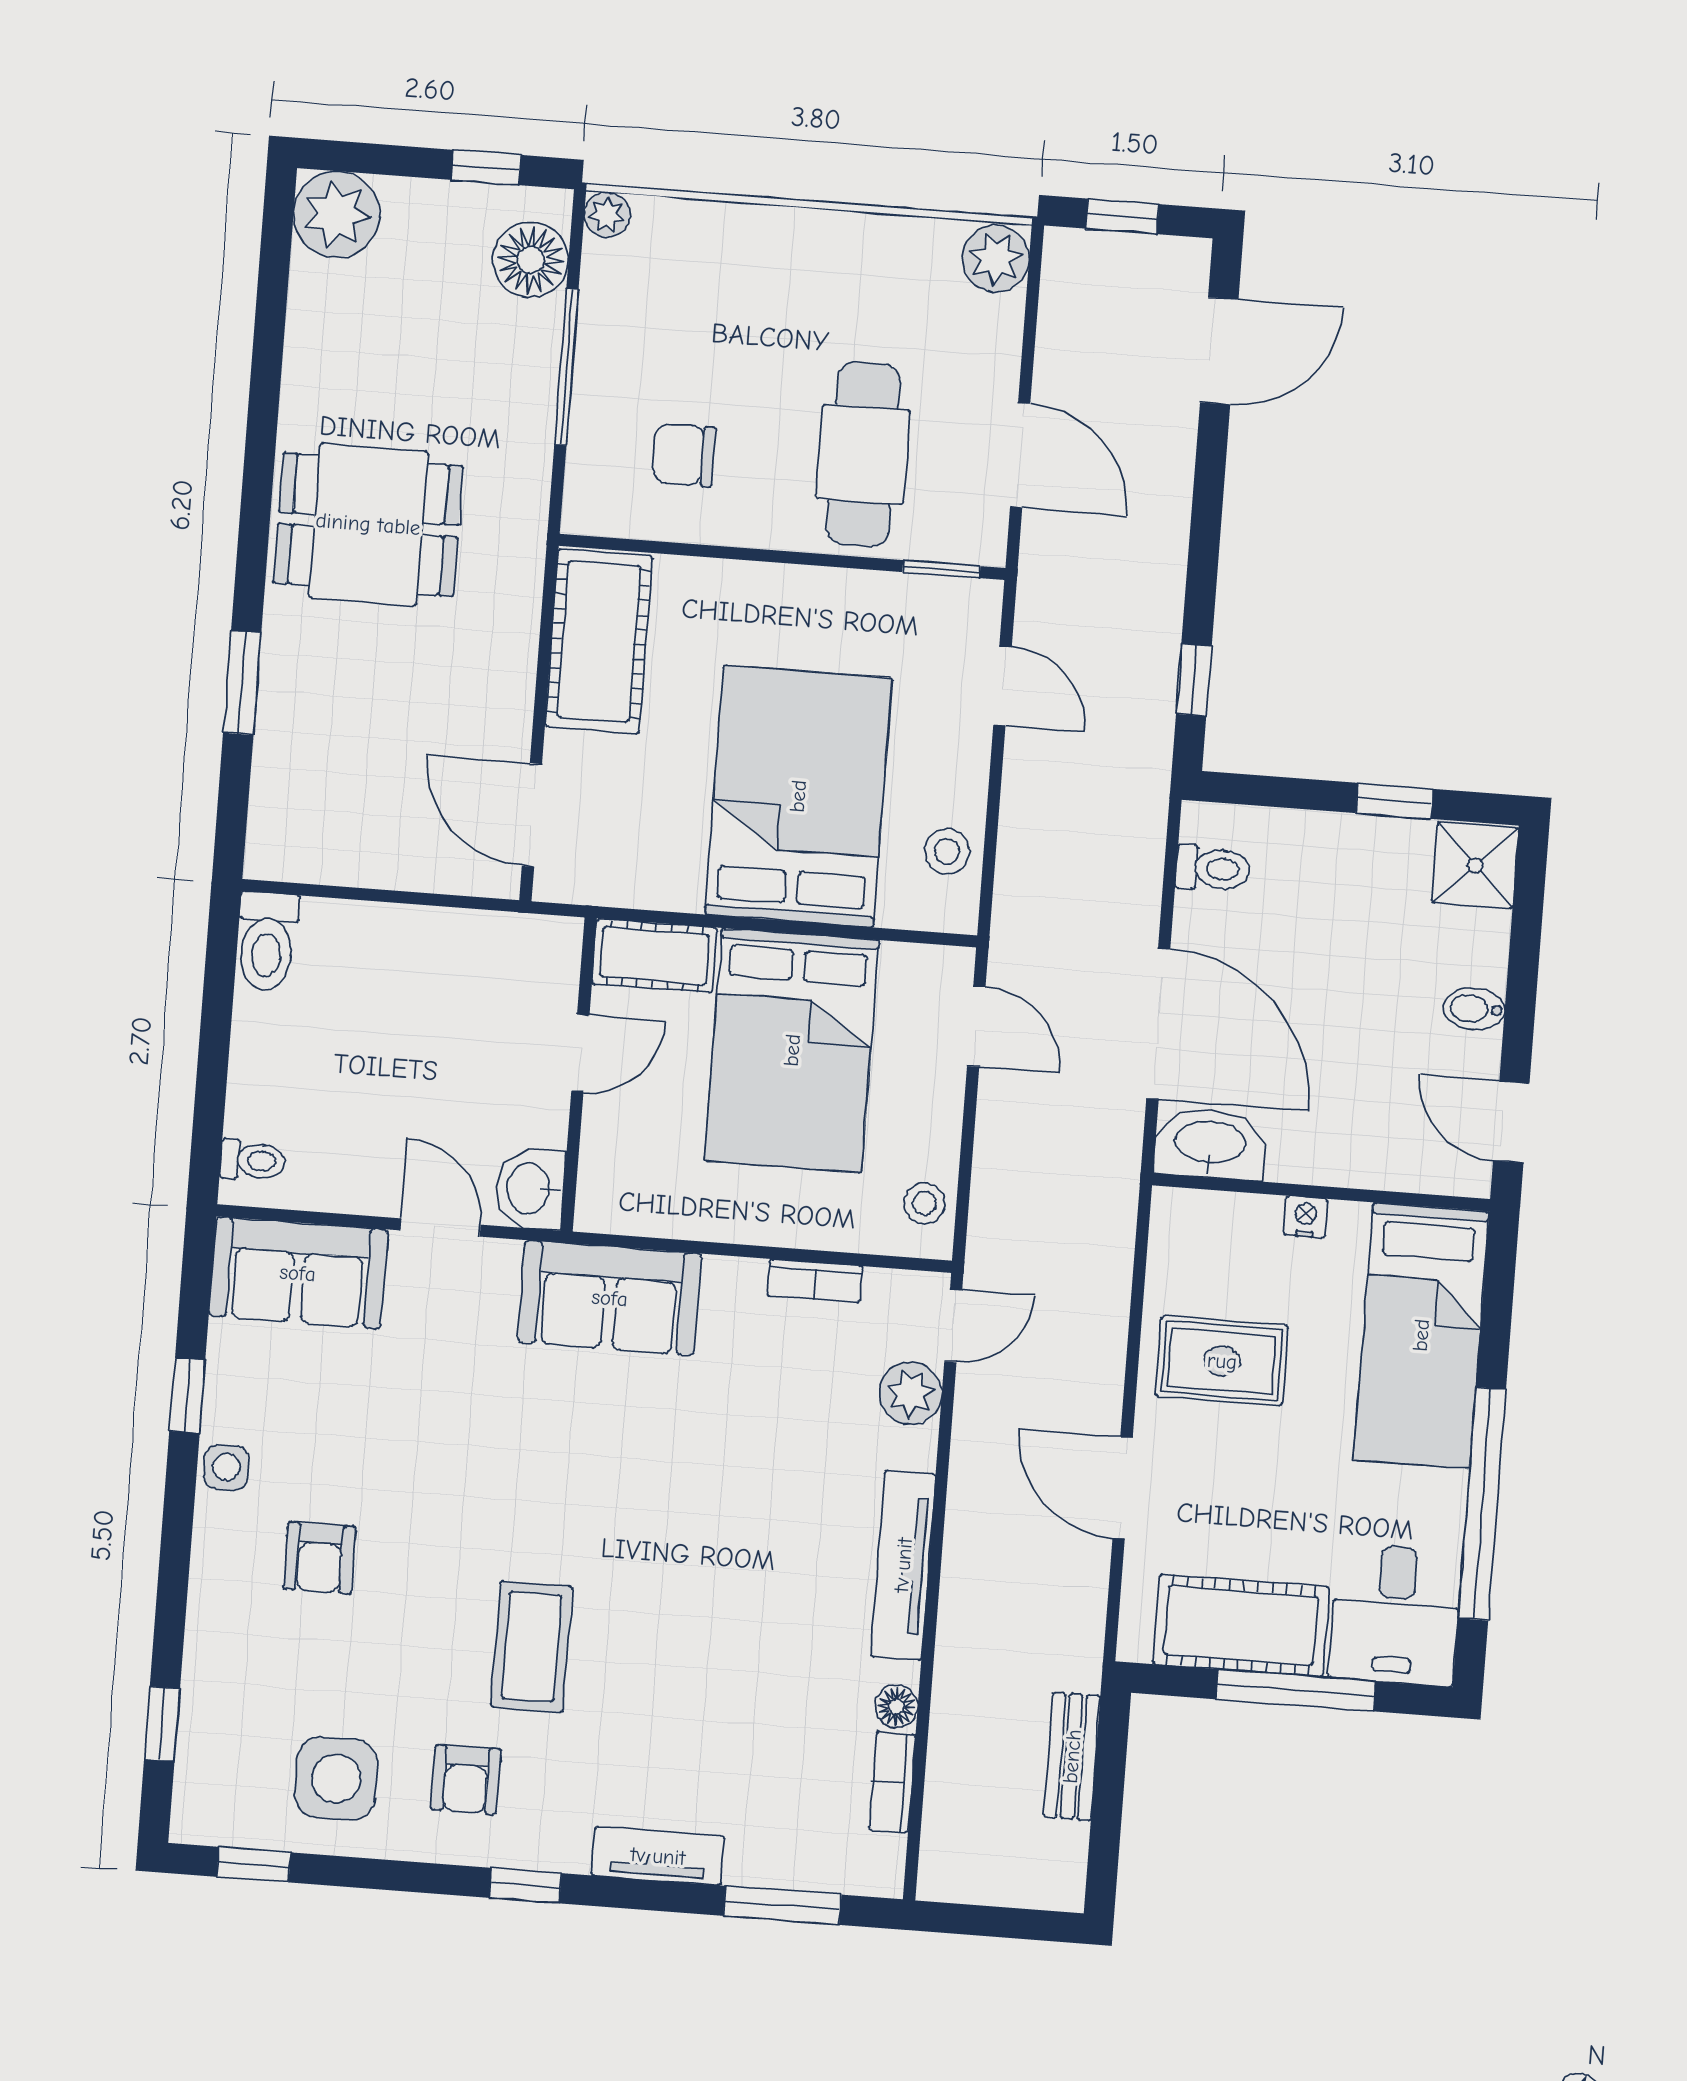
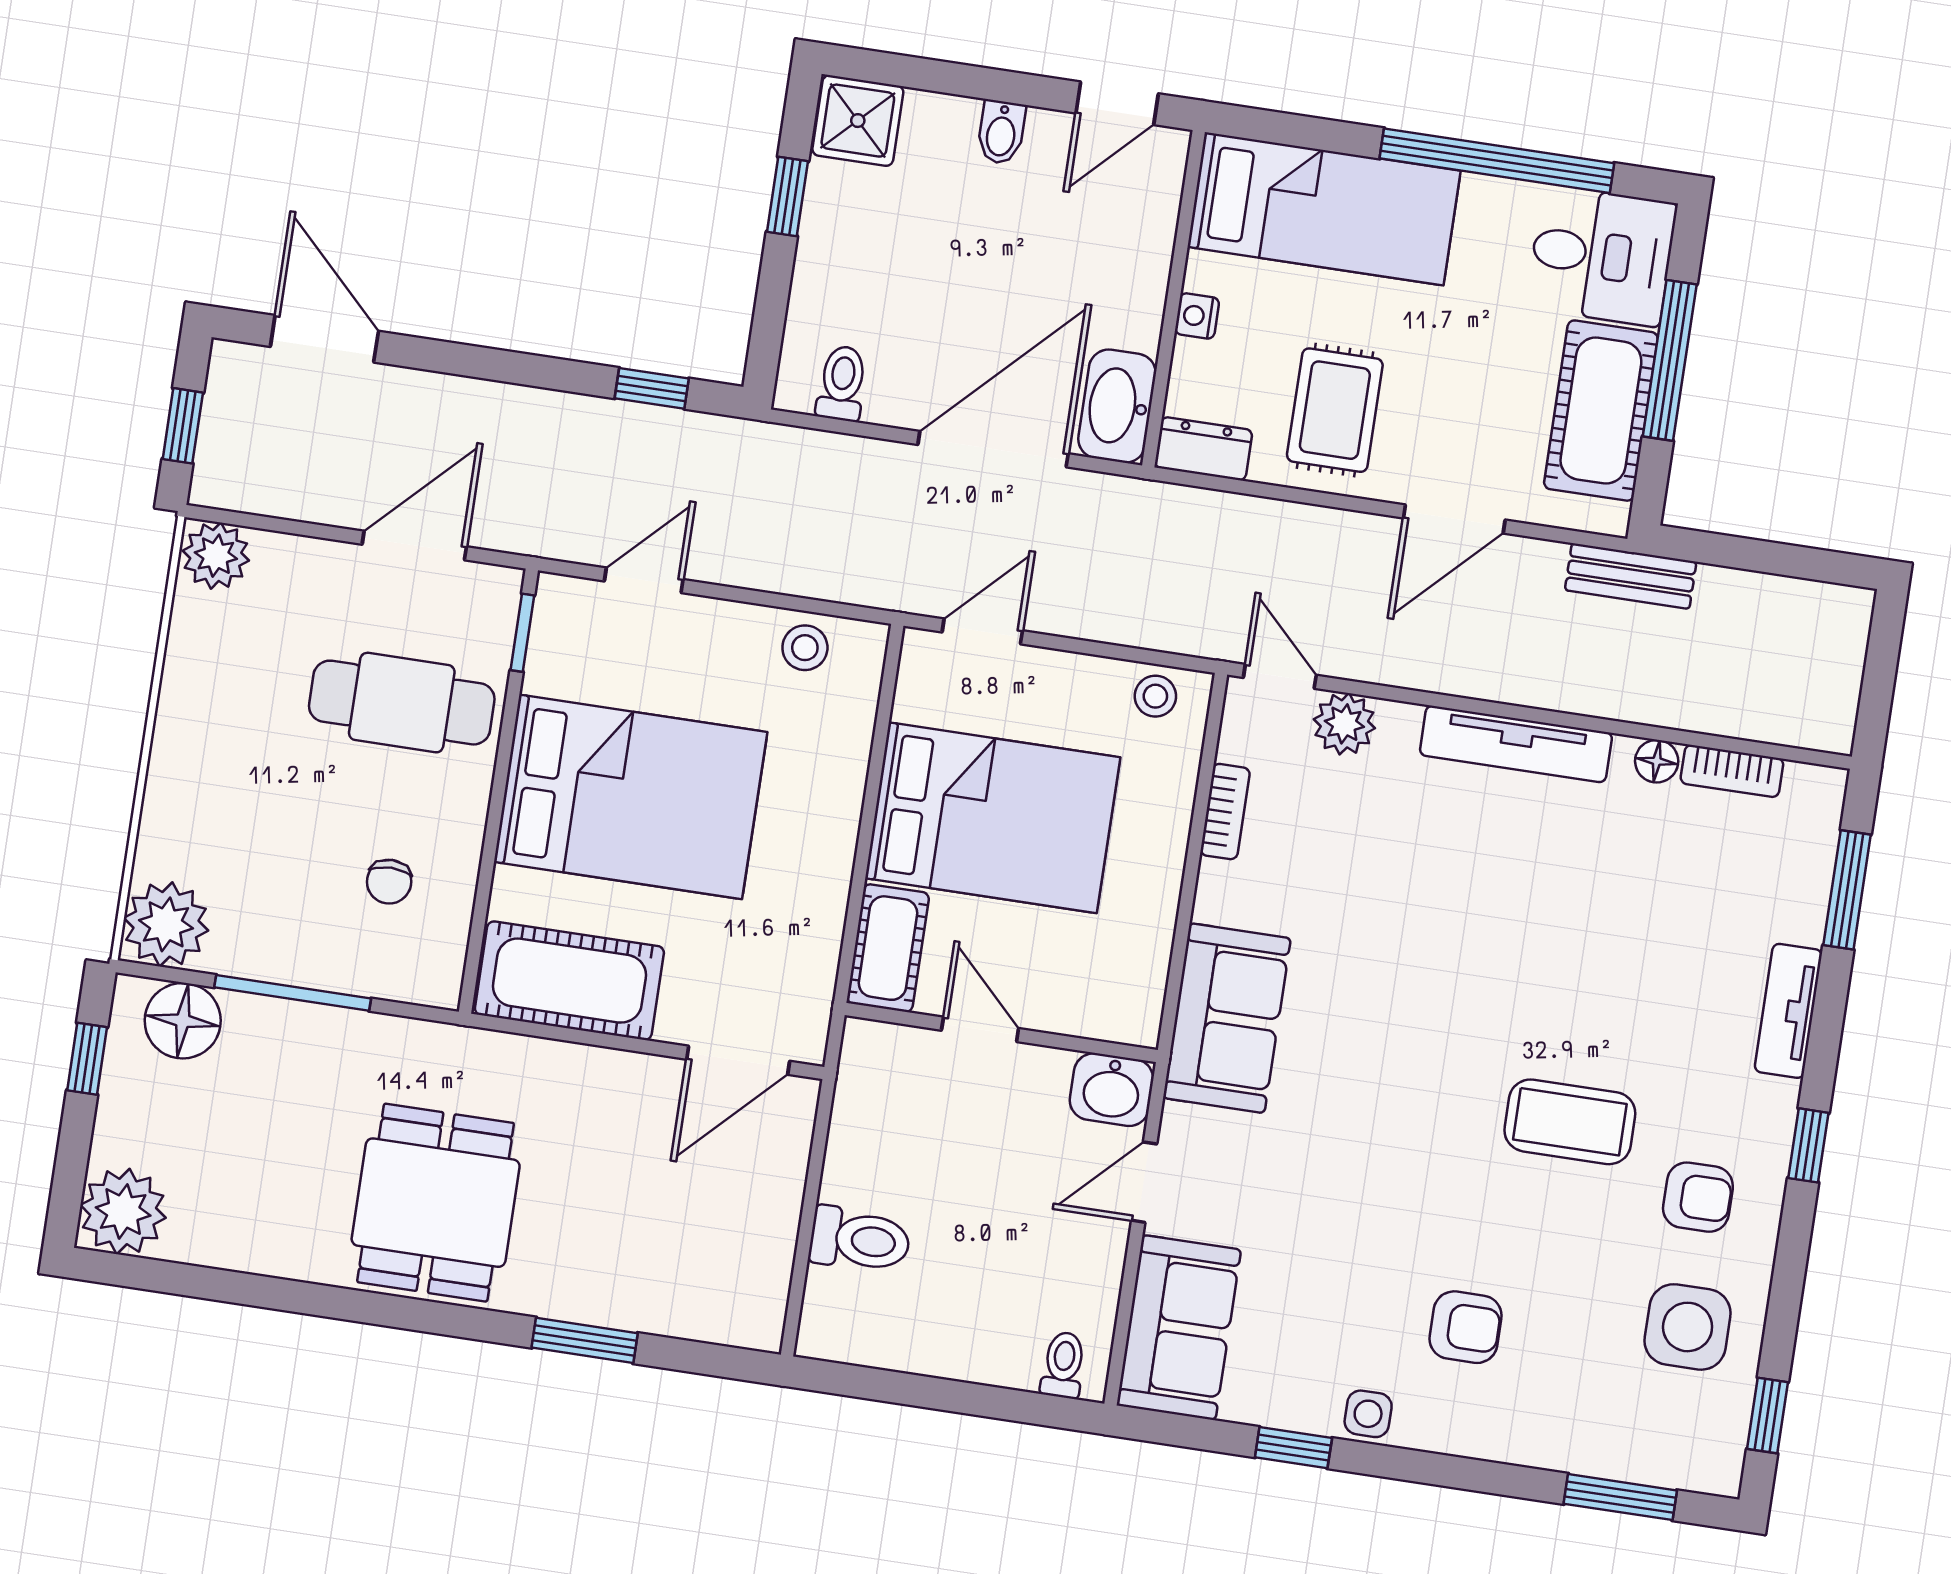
plant: (607, 215) -> (166, 924), width x1.87, depth x1.87
chair: (684, 455) -> (389, 882), width x0.73, depth x0.73
bed: (798, 796) -> (631, 797), moved, turned 180
toilet: (267, 942) -> (860, 1240), moved
dresser: (1174, 1233) -> (1203, 449), added
window: (162, 1724) -> (1620, 1497), width x1.50
bench: (1072, 1756) -> (1631, 576), moved

